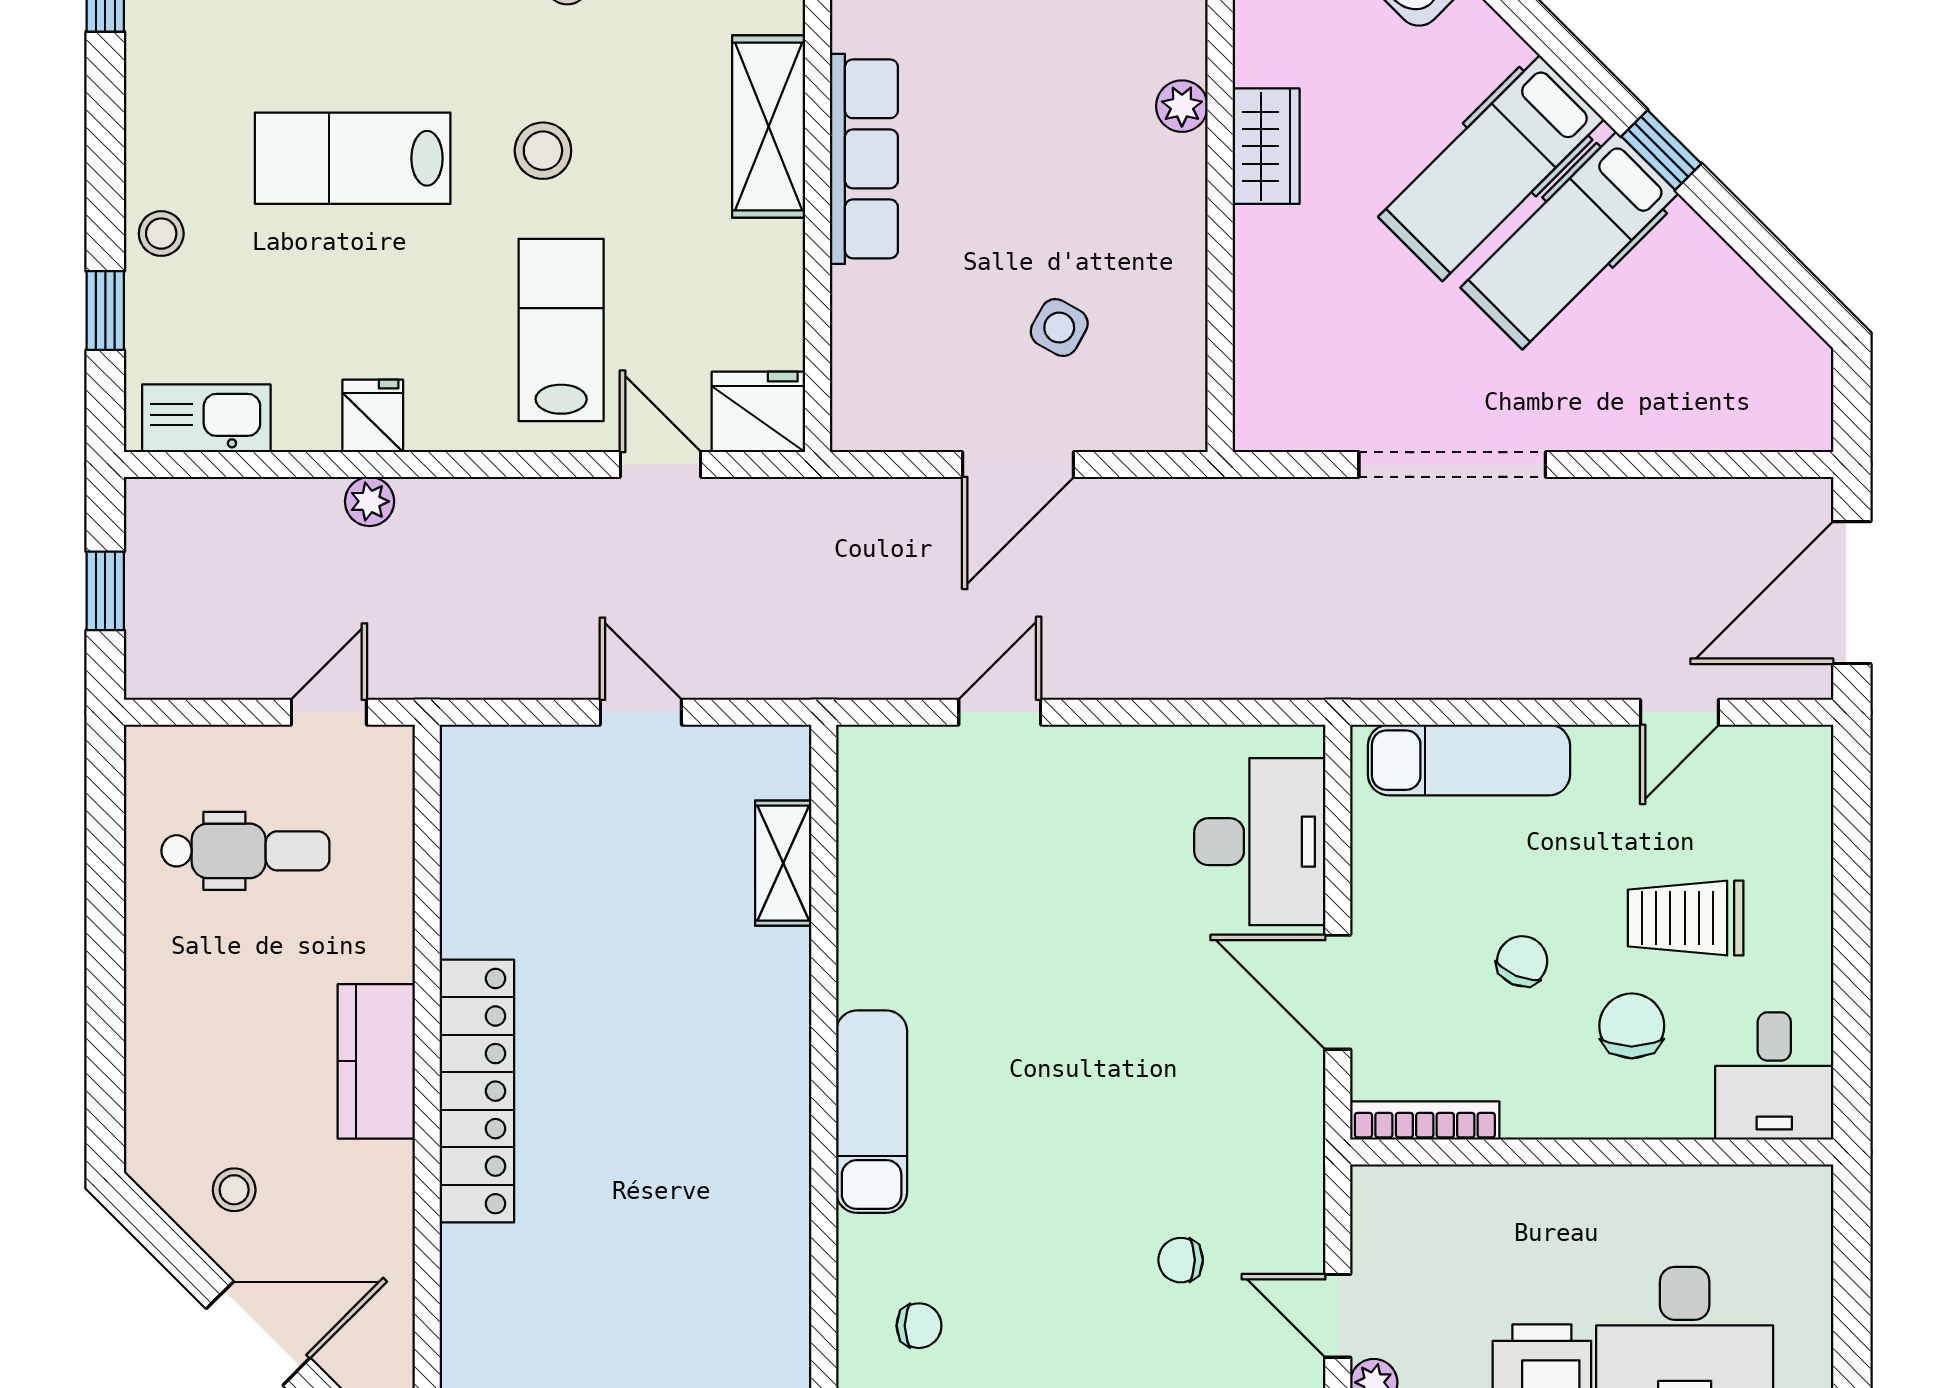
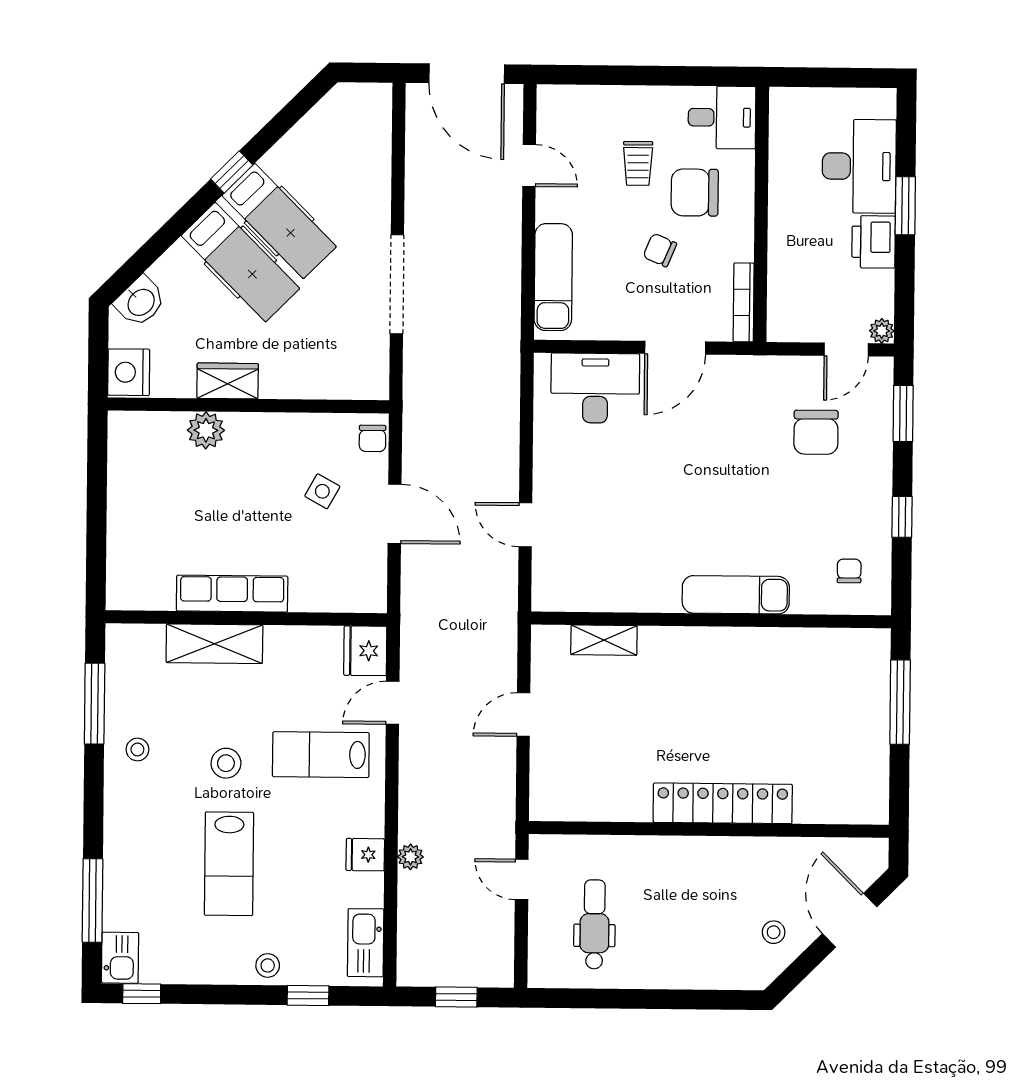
plant: (1182, 106) -> (206, 430), width x1.38, depth x1.38
chair: (1160, 421) -> (373, 438), added
trolley: (1686, 918) -> (638, 163), width x0.73, depth x0.72
chair: (1632, 1026) -> (695, 192), width x1.37, depth x1.37
kitchen counter: (376, 1061) -> (707, 856), removed
chair: (1181, 1260) -> (816, 432), width x1.87, depth x1.87

